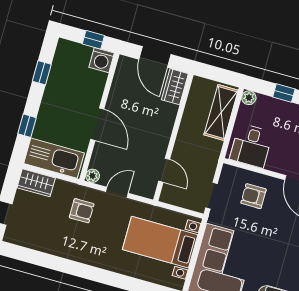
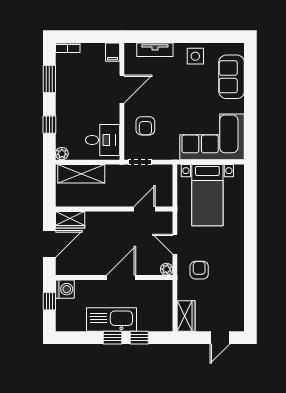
window: (42, 73) -> (112, 338), moved
kitchen sink: (54, 158) -> (111, 319), moved, turned 90
doorway: (211, 196) -> (140, 162), moved

